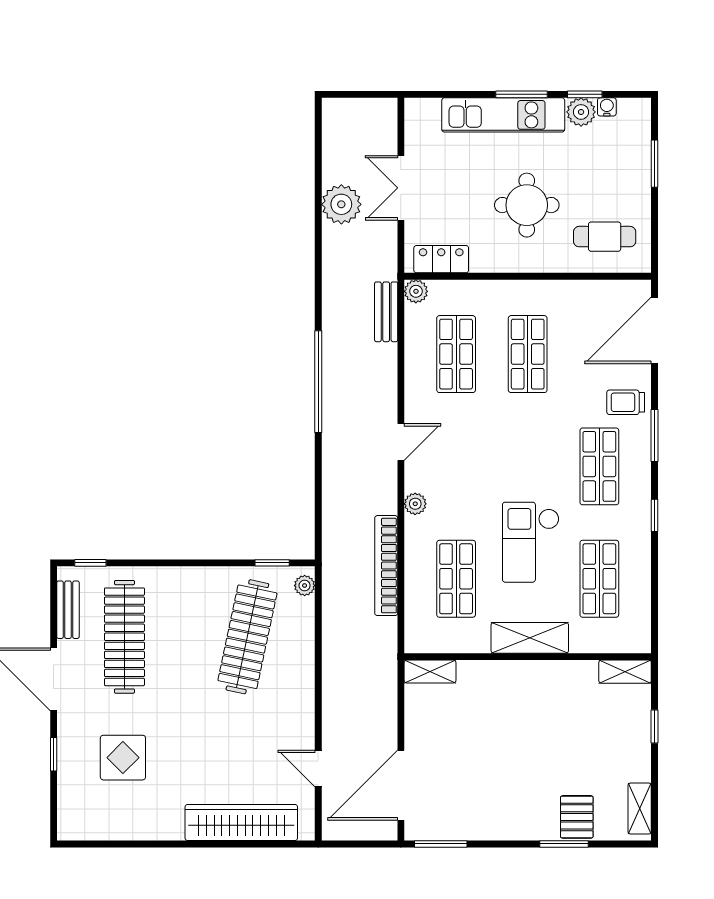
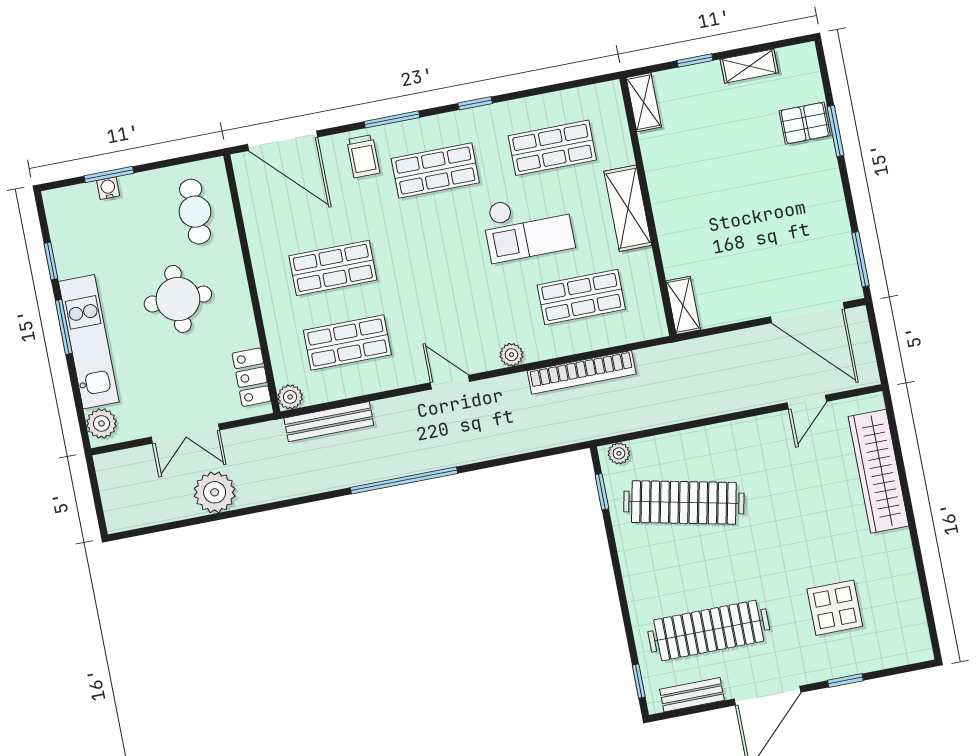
water cooler: (607, 107) -> (108, 188), moved, turned 90
plant: (581, 112) -> (101, 423), moved
bench: (386, 312) -> (329, 422), width x1.36
shelving: (640, 809) -> (749, 66), moved

